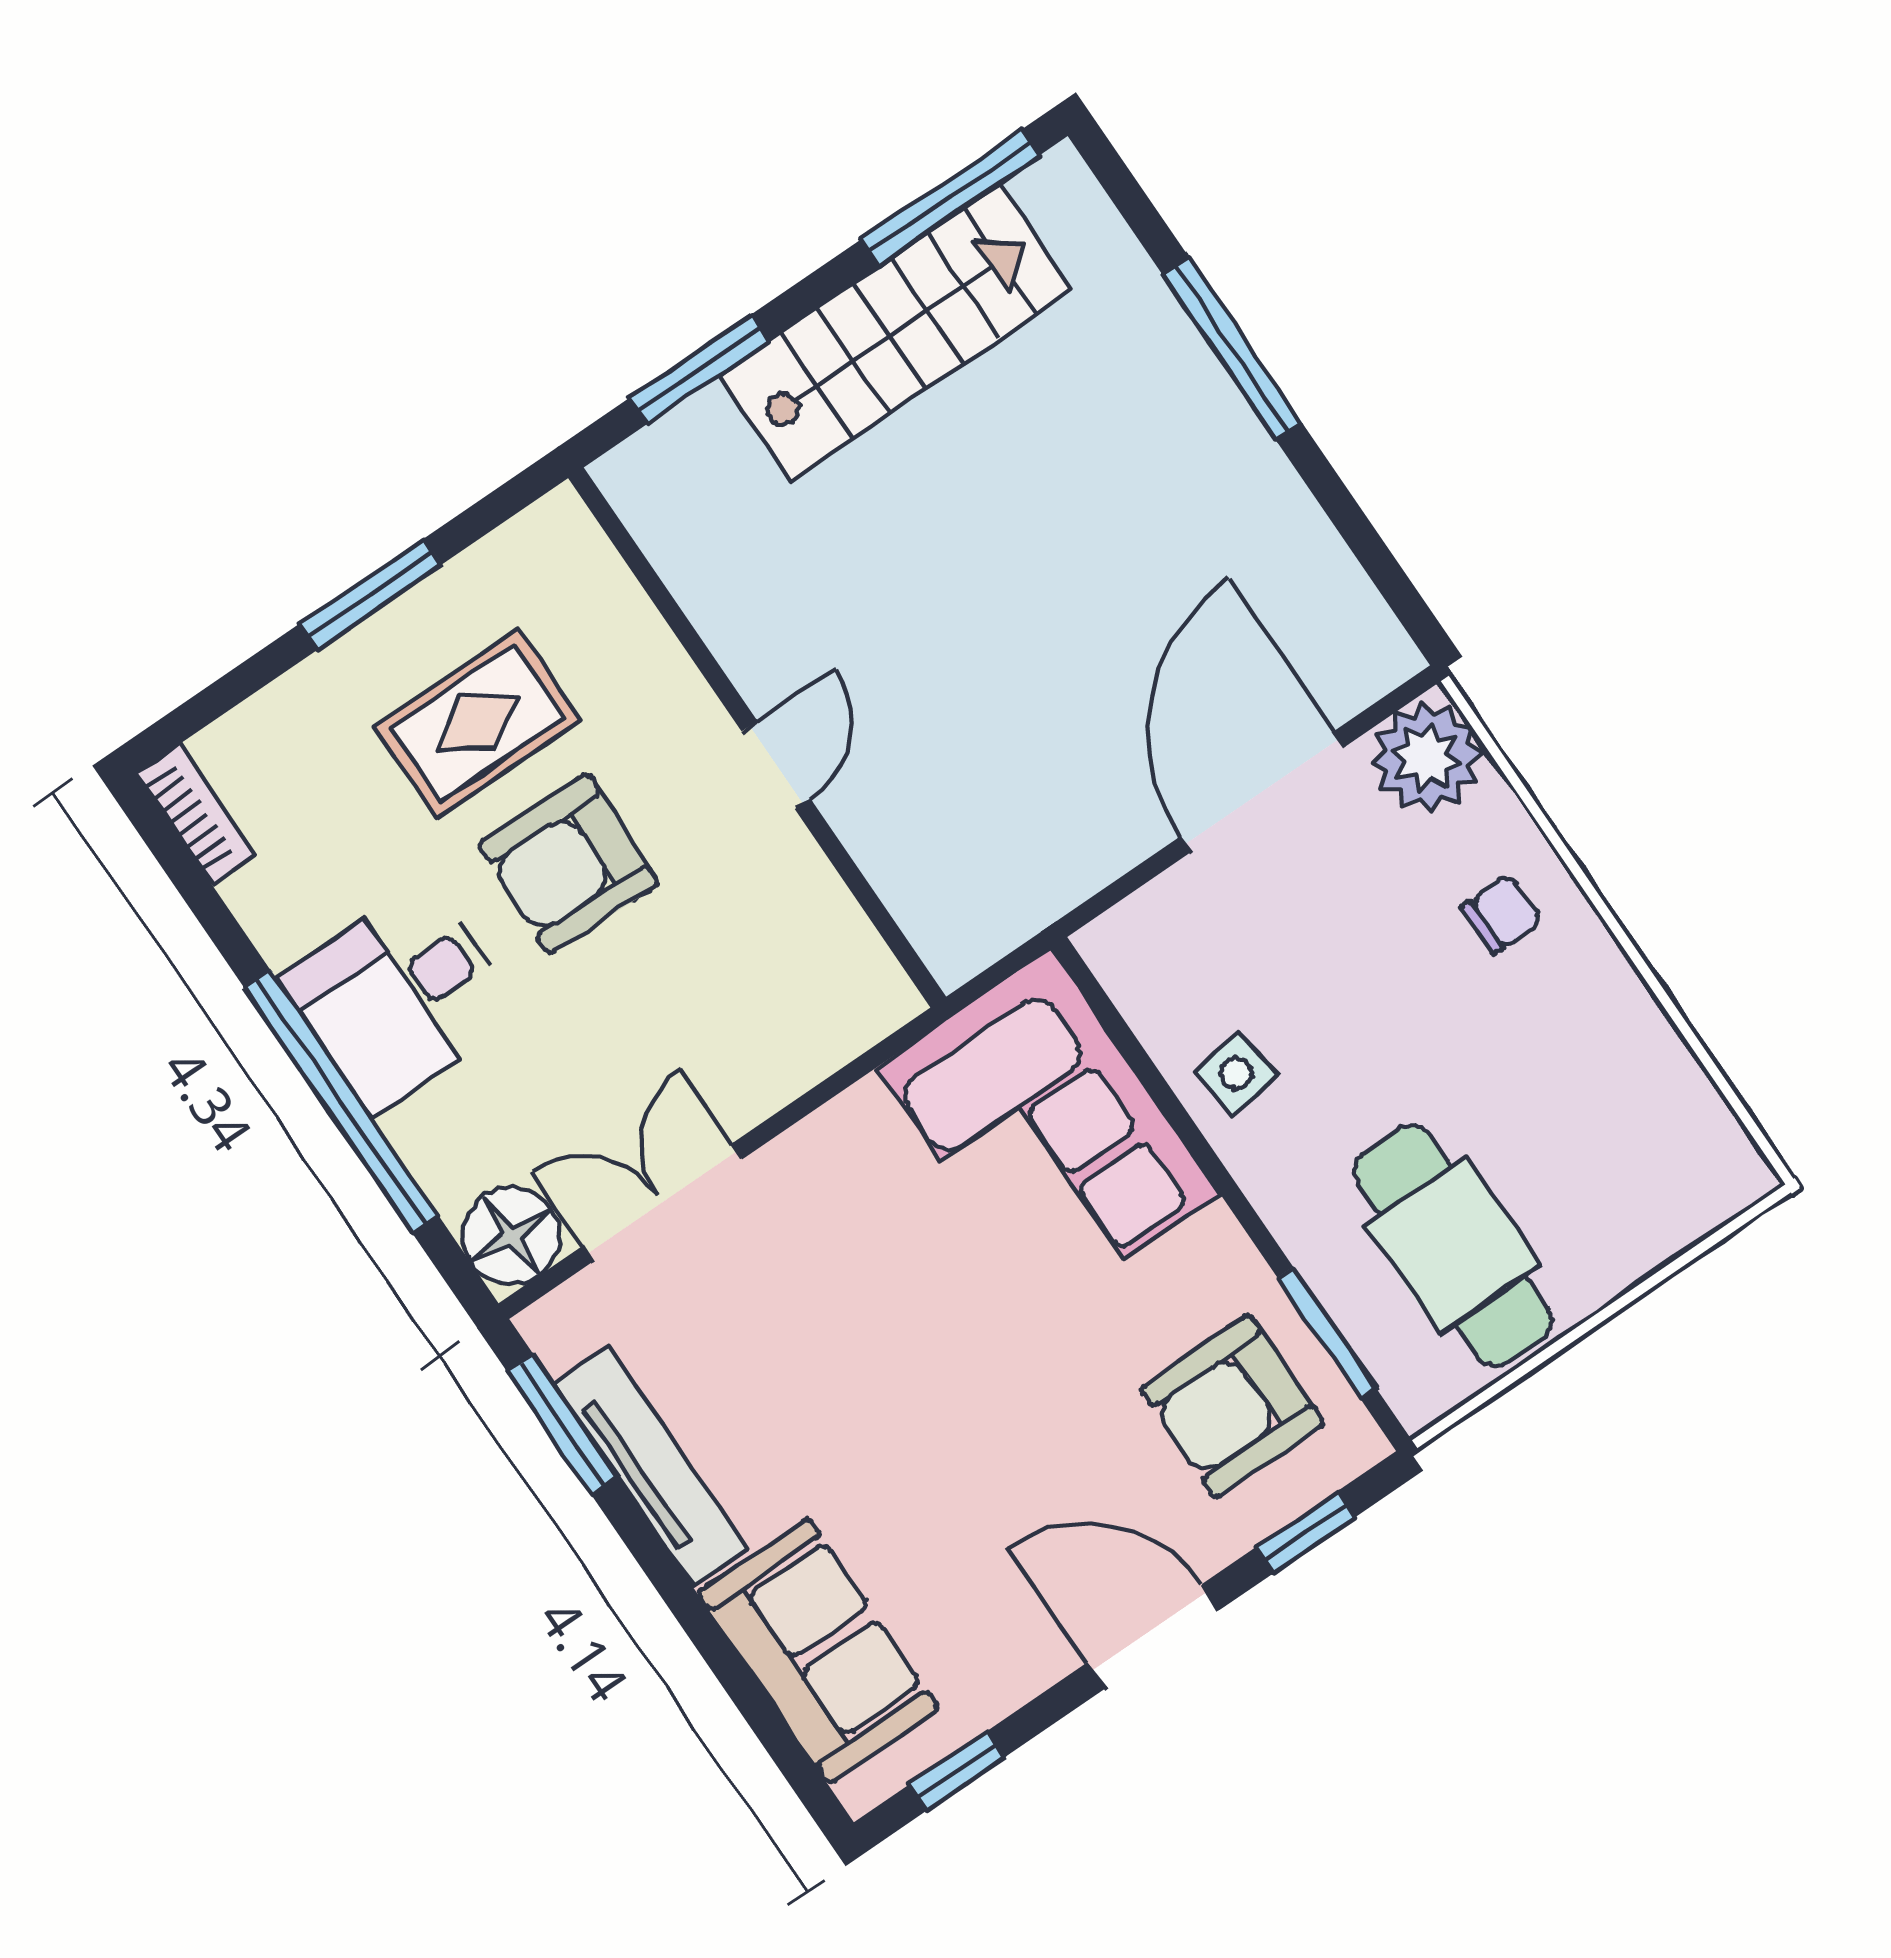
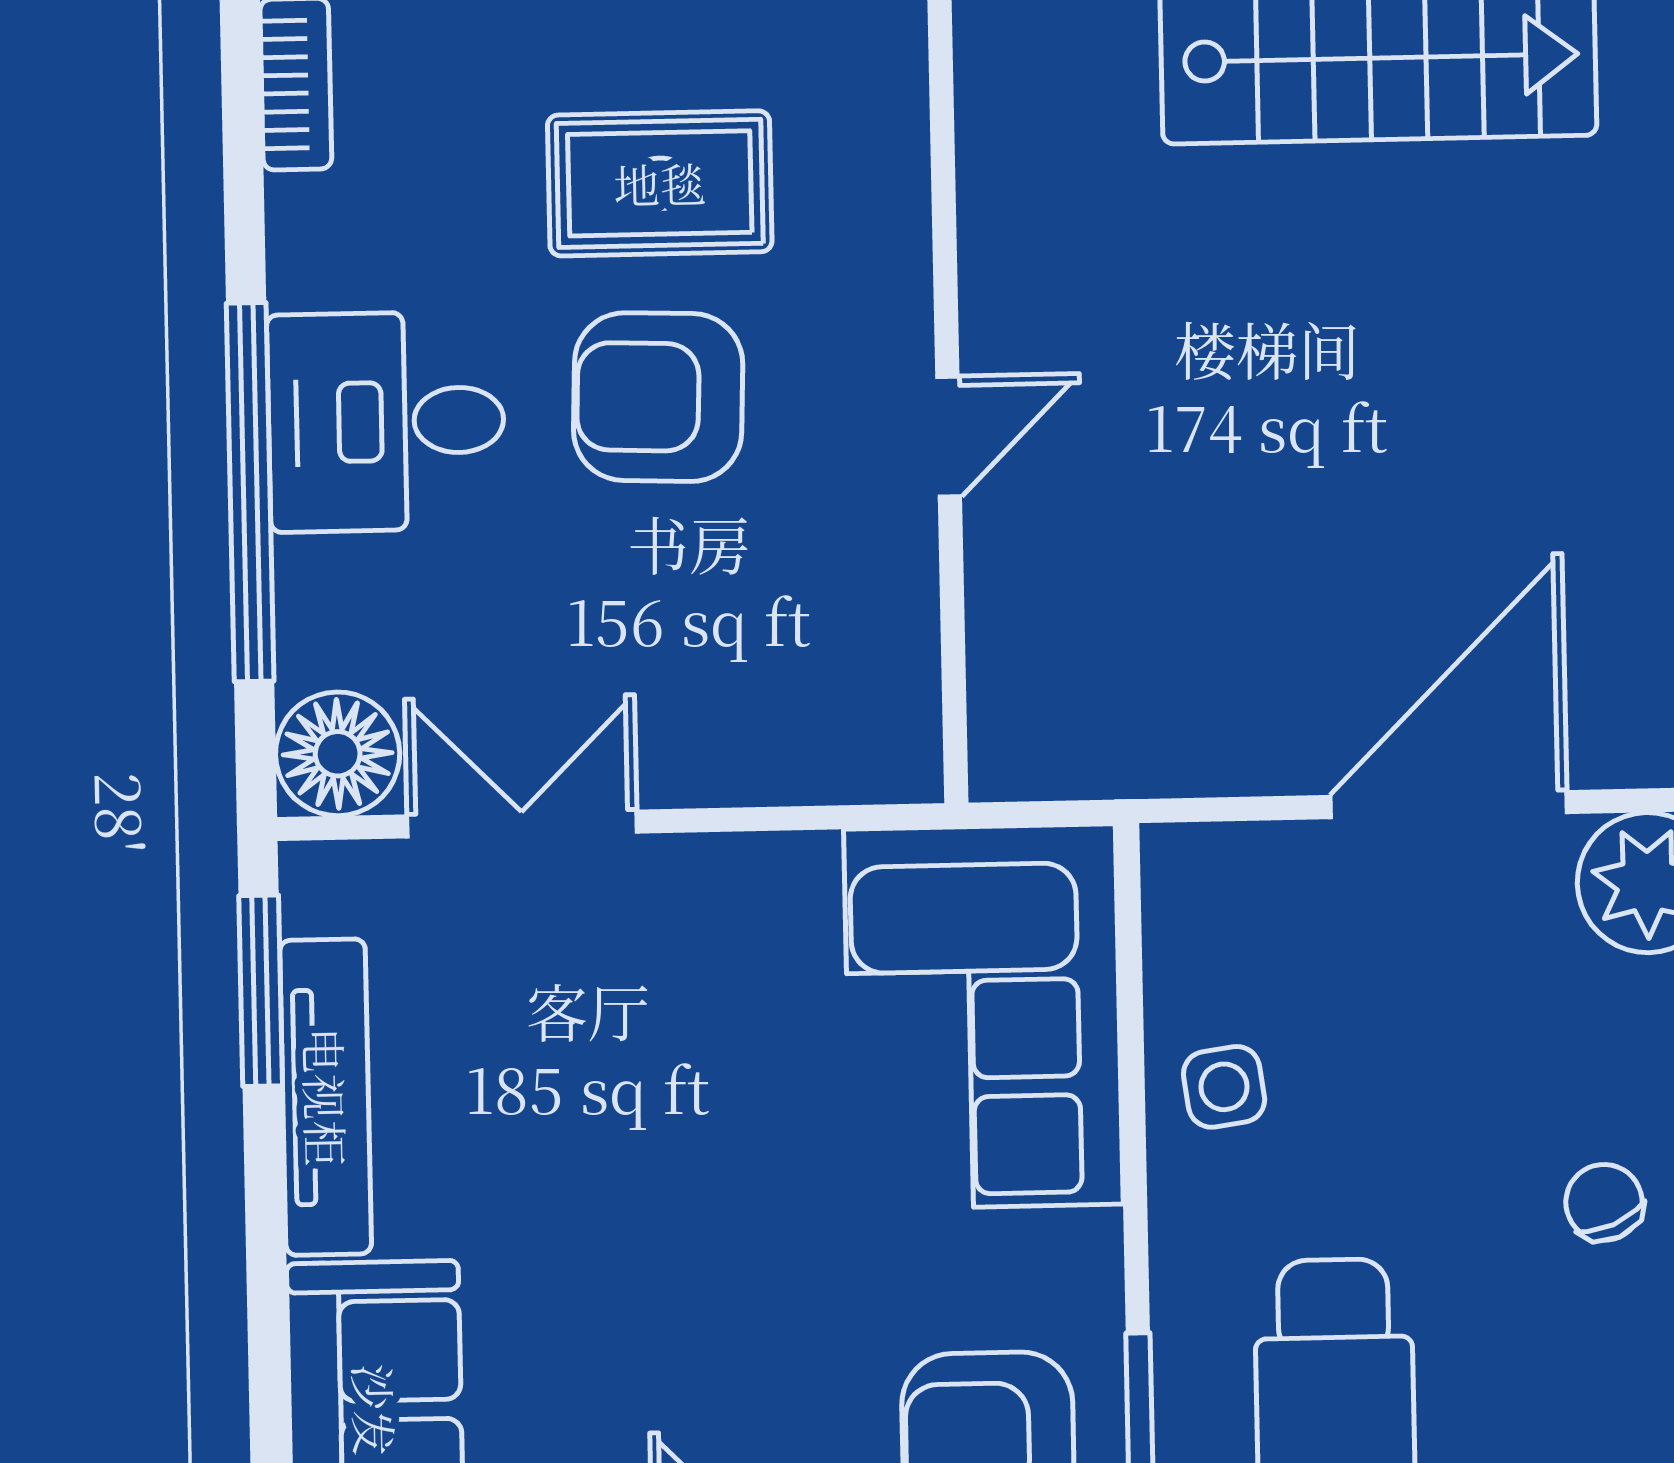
chair: (1502, 914) -> (1604, 1202), moved, turned -113

